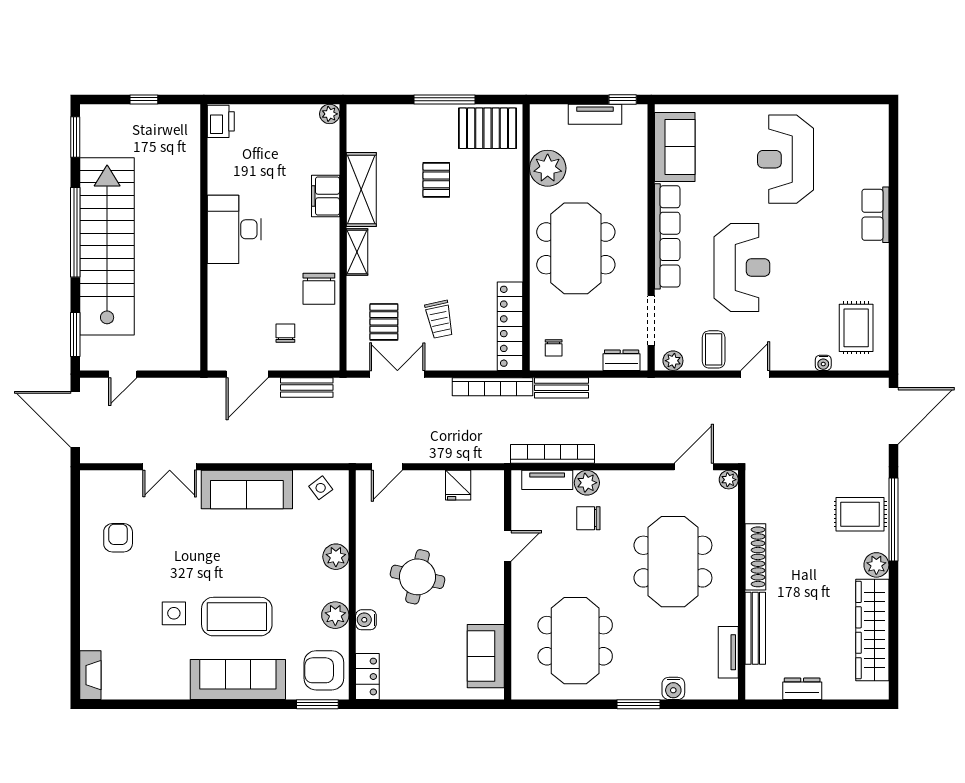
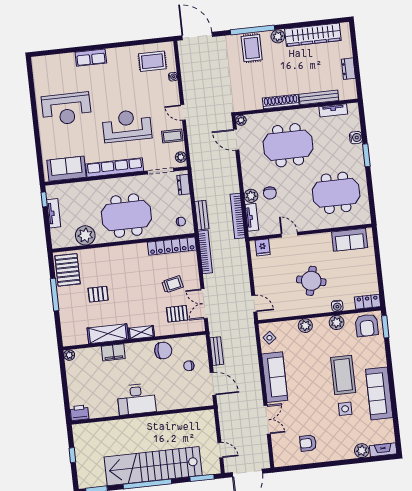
fridge: (458, 485) -> (263, 247), moved, turned 90
plant: (93, 636) -> (362, 451), added
sofa: (238, 679) -> (379, 393), moved

